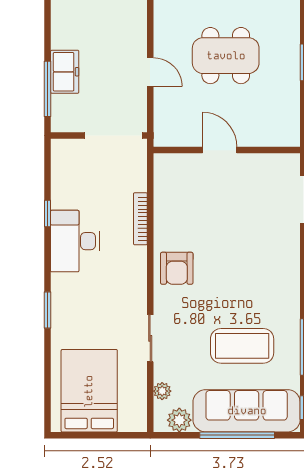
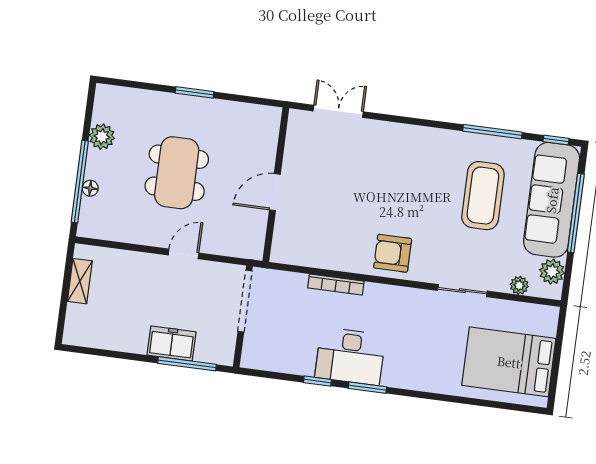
armchair: (177, 268) -> (393, 253), turned 180
window: (47, 310) -> (367, 388), moved

